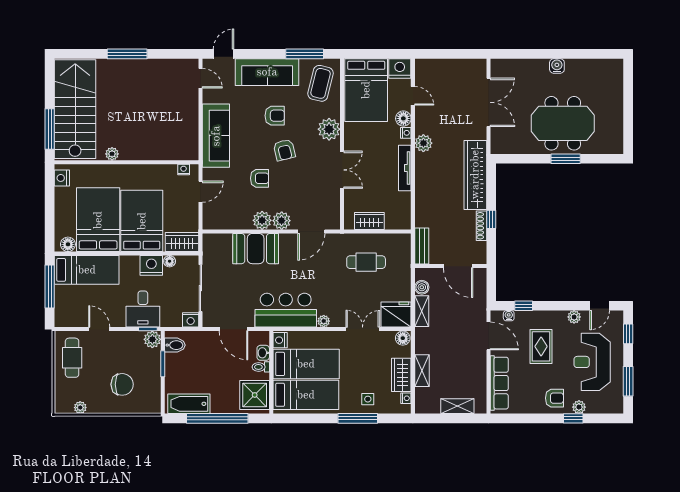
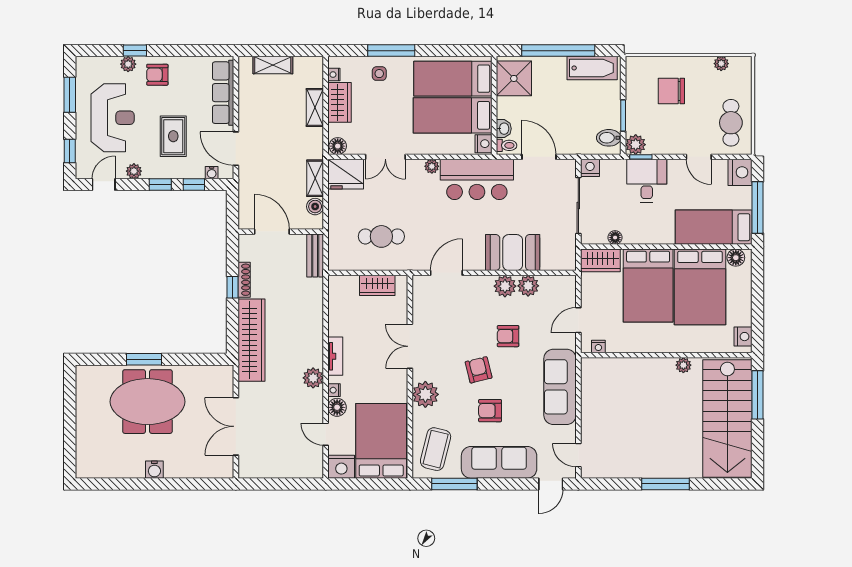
tv unit: (405, 168) -> (335, 356), width x0.71
plant: (282, 221) -> (528, 286), moved
nightstand: (151, 265) -> (740, 172), moved, turned -90
window: (552, 306) -> (160, 185), added
toilet: (261, 367) -> (507, 145), moved

